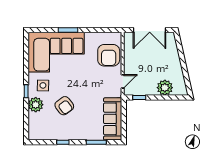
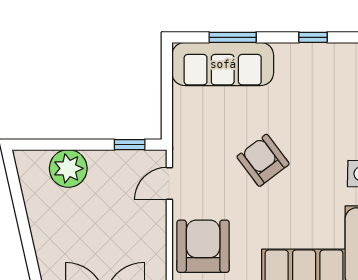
armchair: (64, 106) -> (263, 160), moved
sofa: (113, 119) -> (223, 64), moved, turned 90

